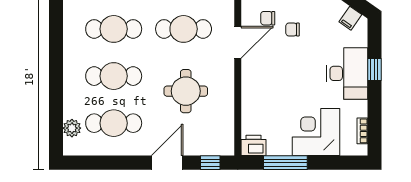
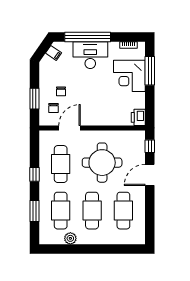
door: (238, 42) -> (70, 128), hinge flipped
window: (374, 69) -> (88, 37), width x3.17
round table: (186, 91) -> (102, 163), width x1.36, depth x1.36
plant: (72, 128) -> (70, 238), moved
door: (167, 163) -> (150, 175), hinge flipped
window: (285, 163) -> (150, 71), moved

